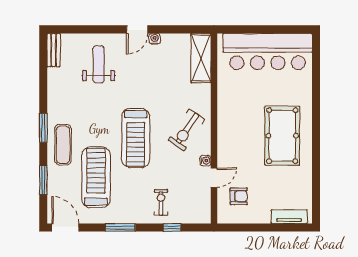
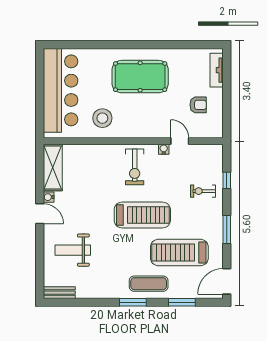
shelving: (201, 58) -> (53, 167), moved, turned 90
stool: (238, 96) -> (102, 118), added
exercise bike: (186, 130) -> (135, 167), turned 56
armchair: (239, 196) -> (198, 105), moved, turned 90

